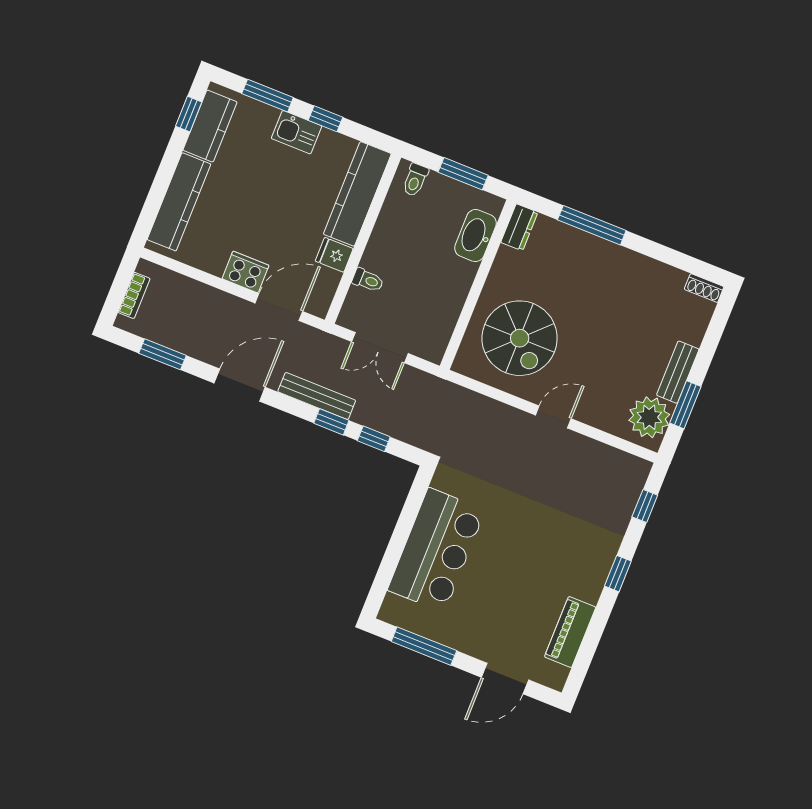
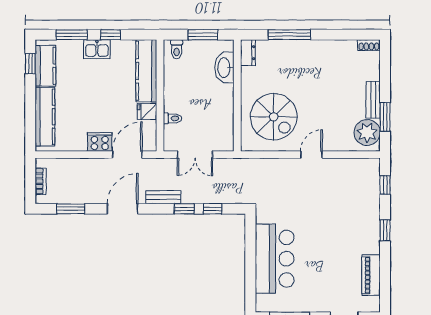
bench: (317, 396) -> (163, 197), width x0.73

